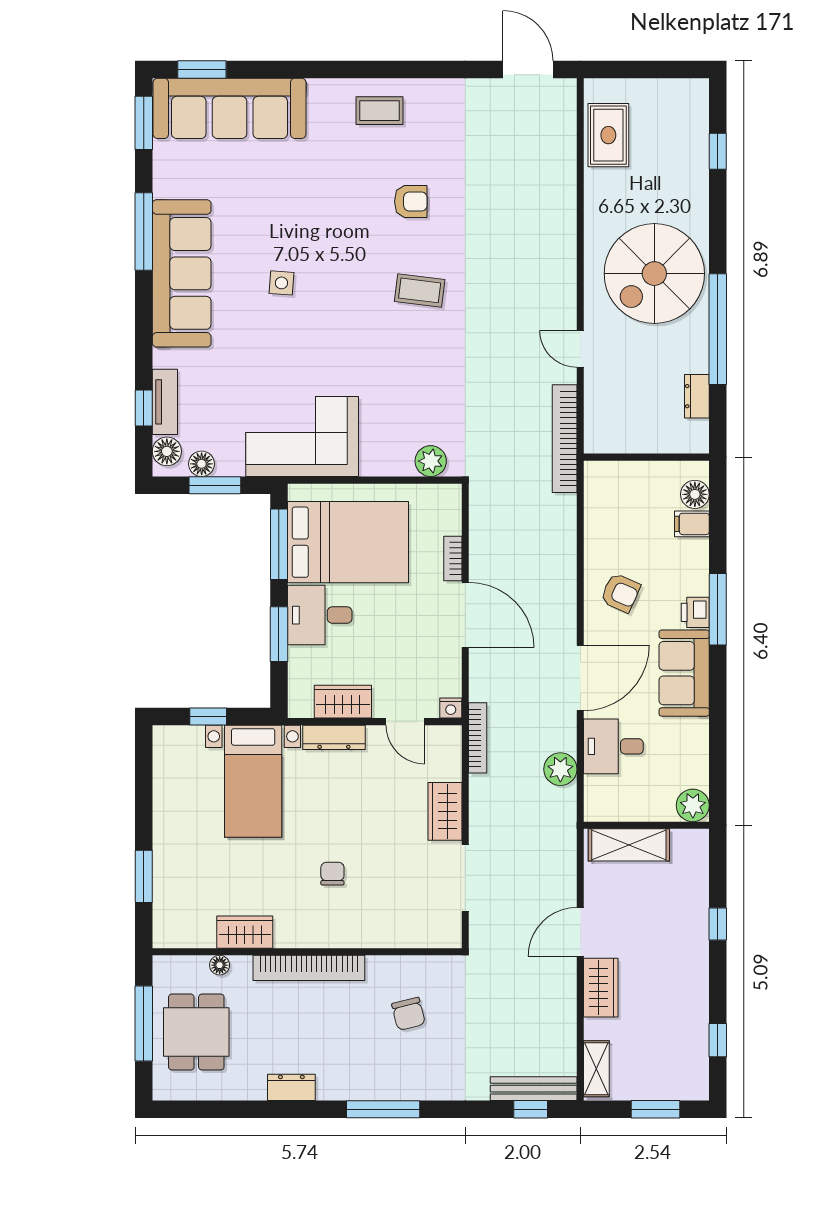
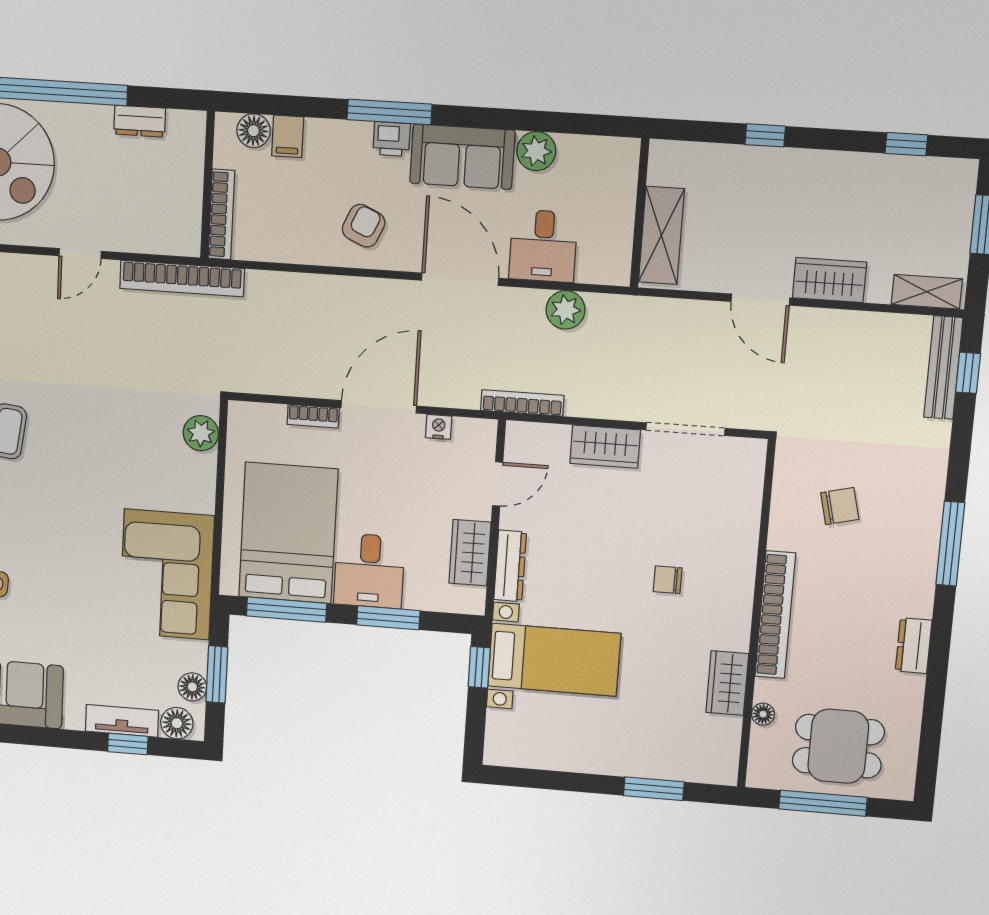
bookcase: (622, 470) -> (222, 214), added
nightstand: (451, 708) -> (439, 427), moved, turned -90
window: (208, 717) -> (479, 667), moved
plant: (693, 805) -> (536, 151), moved

